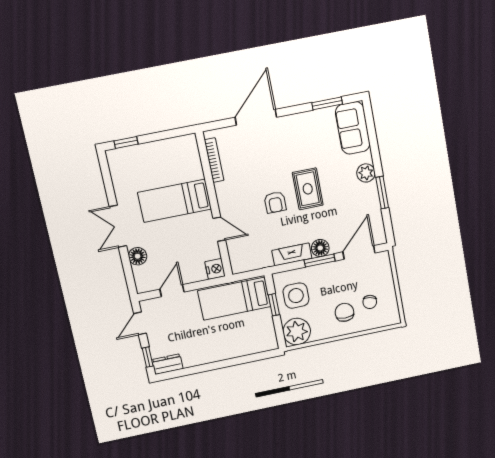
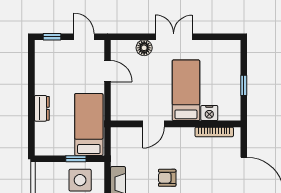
window: (126, 143) -> (244, 85), moved
nightstand: (215, 269) -> (209, 113), moved
plant: (297, 331) -> (47, 174), removed
dresser: (168, 364) -> (42, 108), moved

